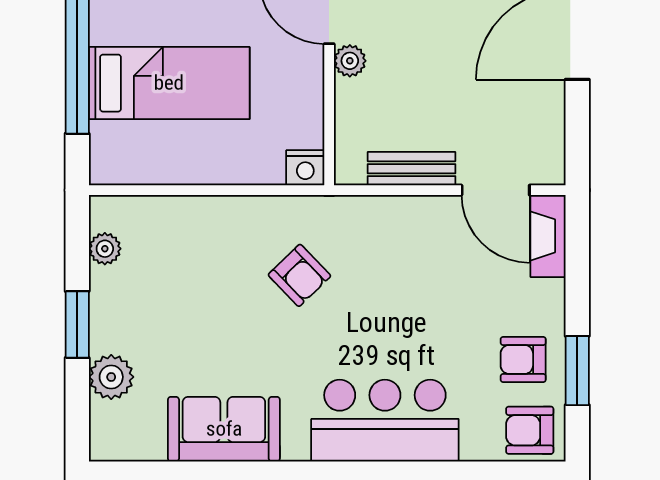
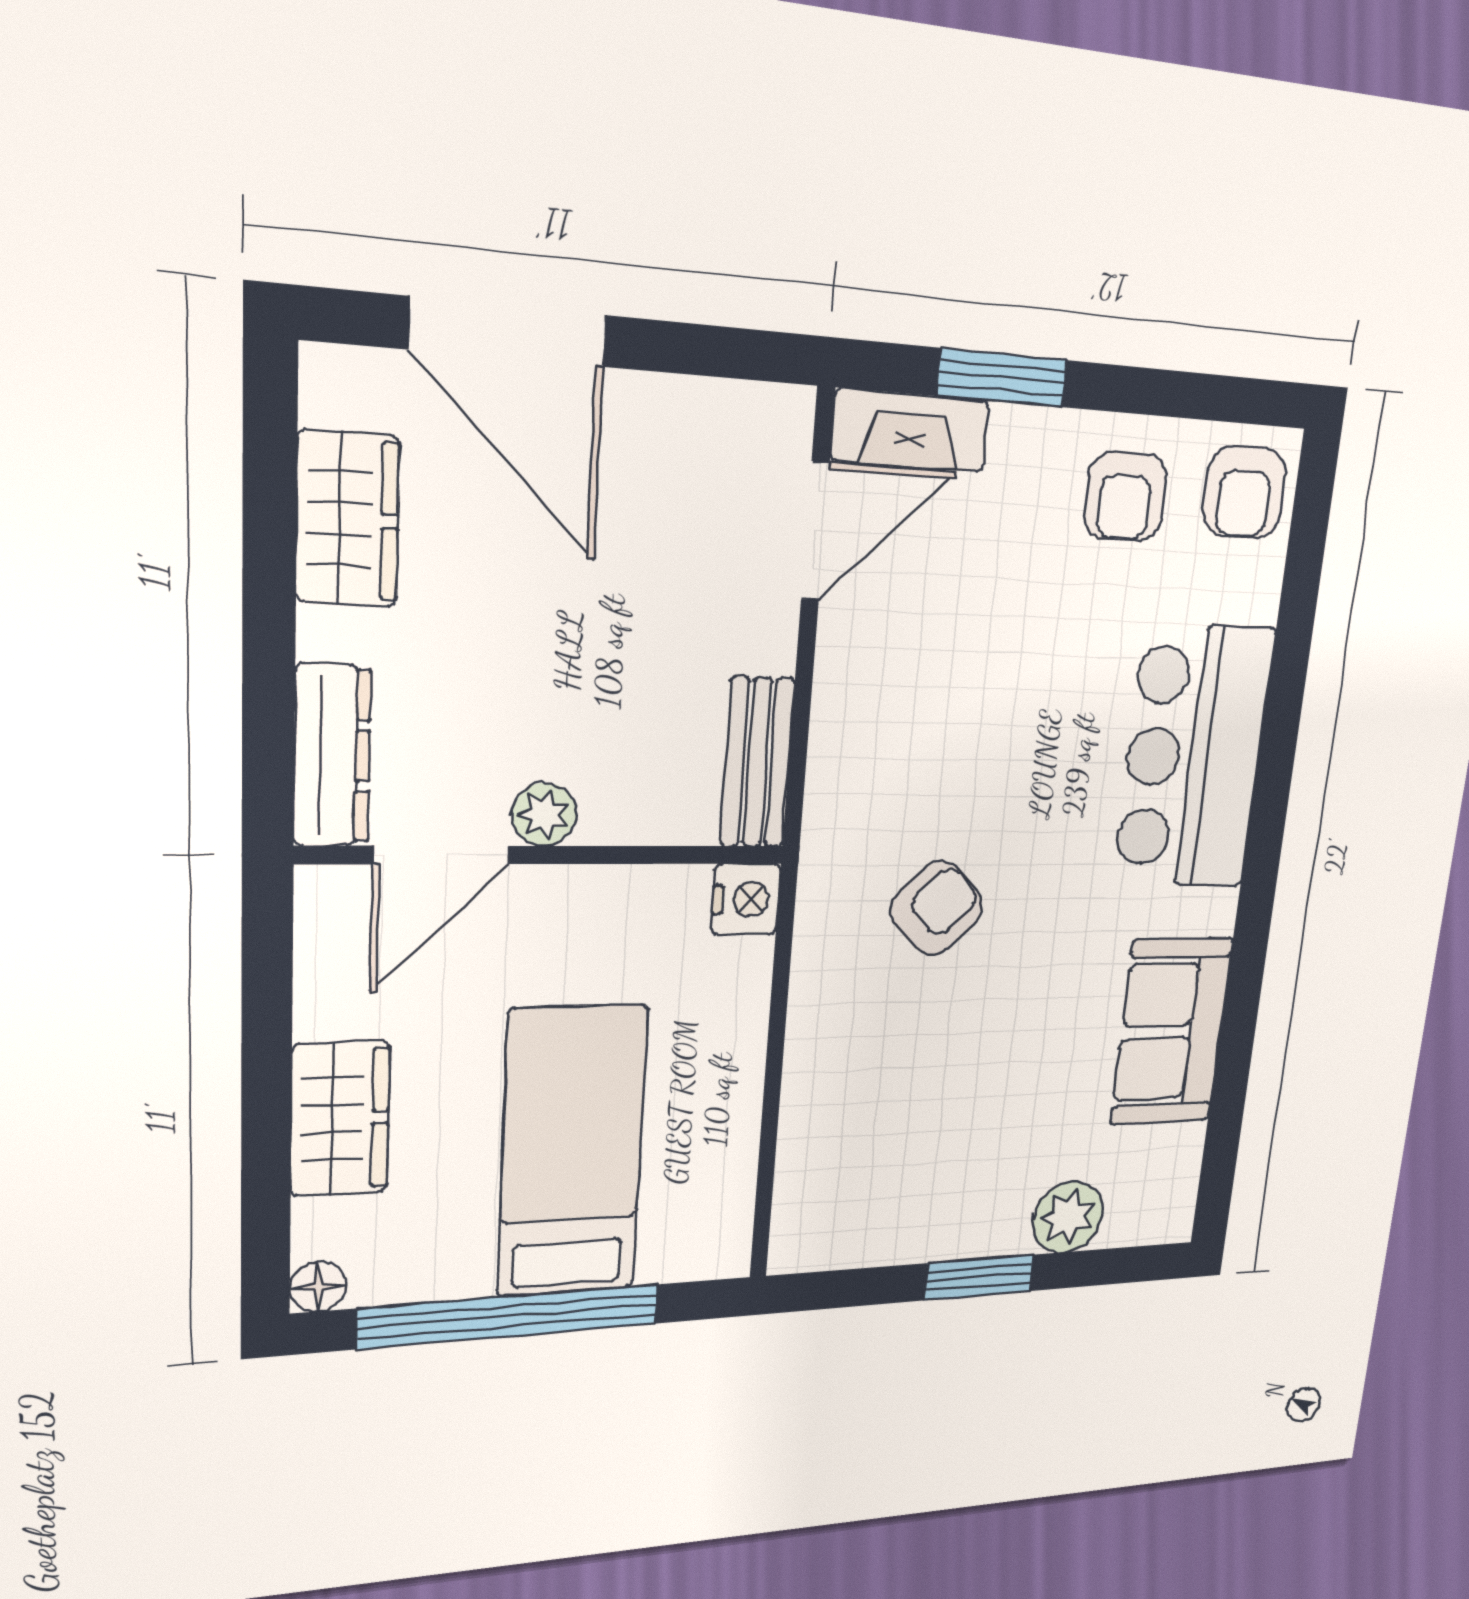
bench: (412, 169) -> (757, 763), moved
plant: (105, 249) -> (860, 1243), removed
window: (577, 371) -> (1002, 378), moved

